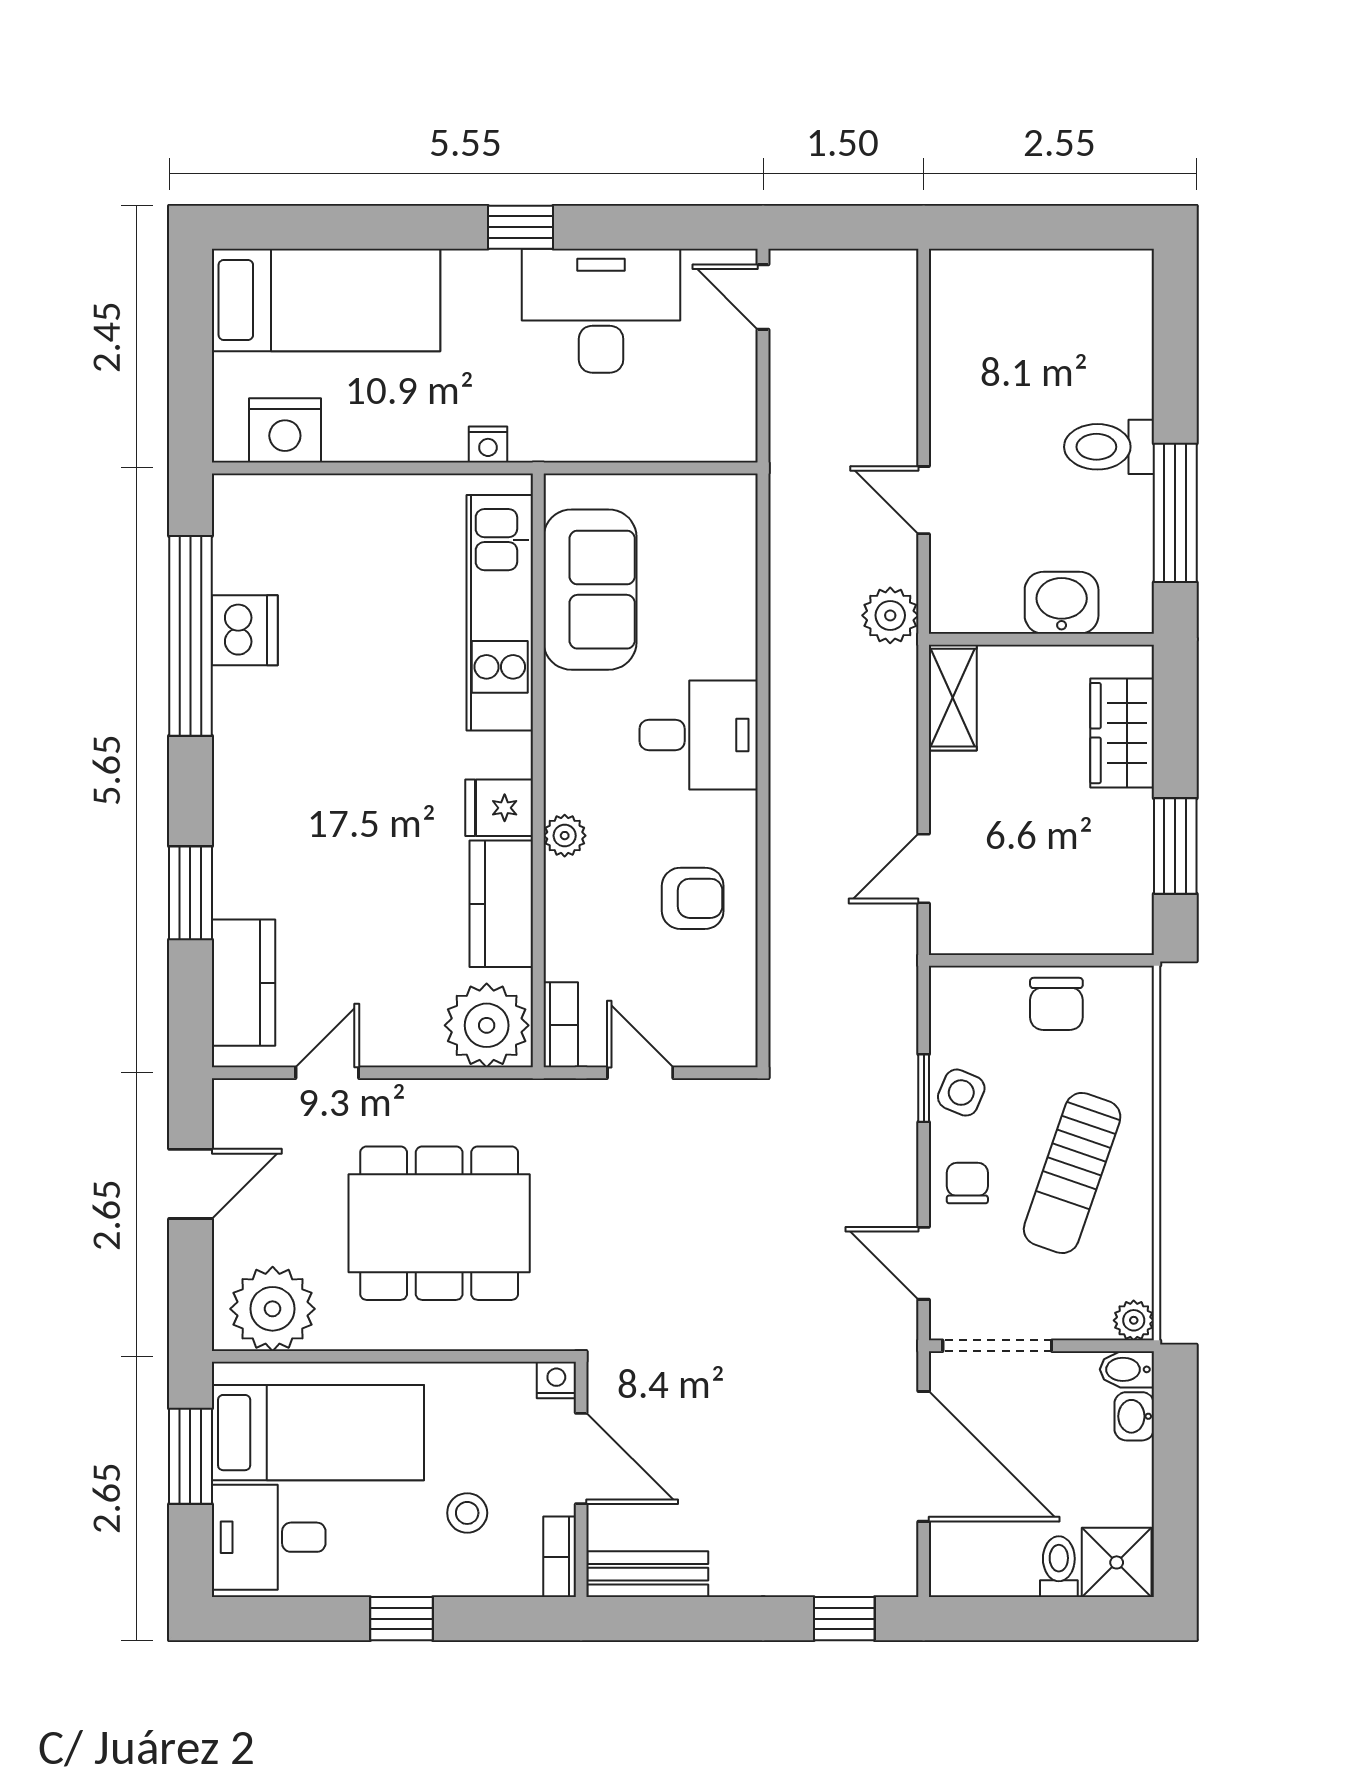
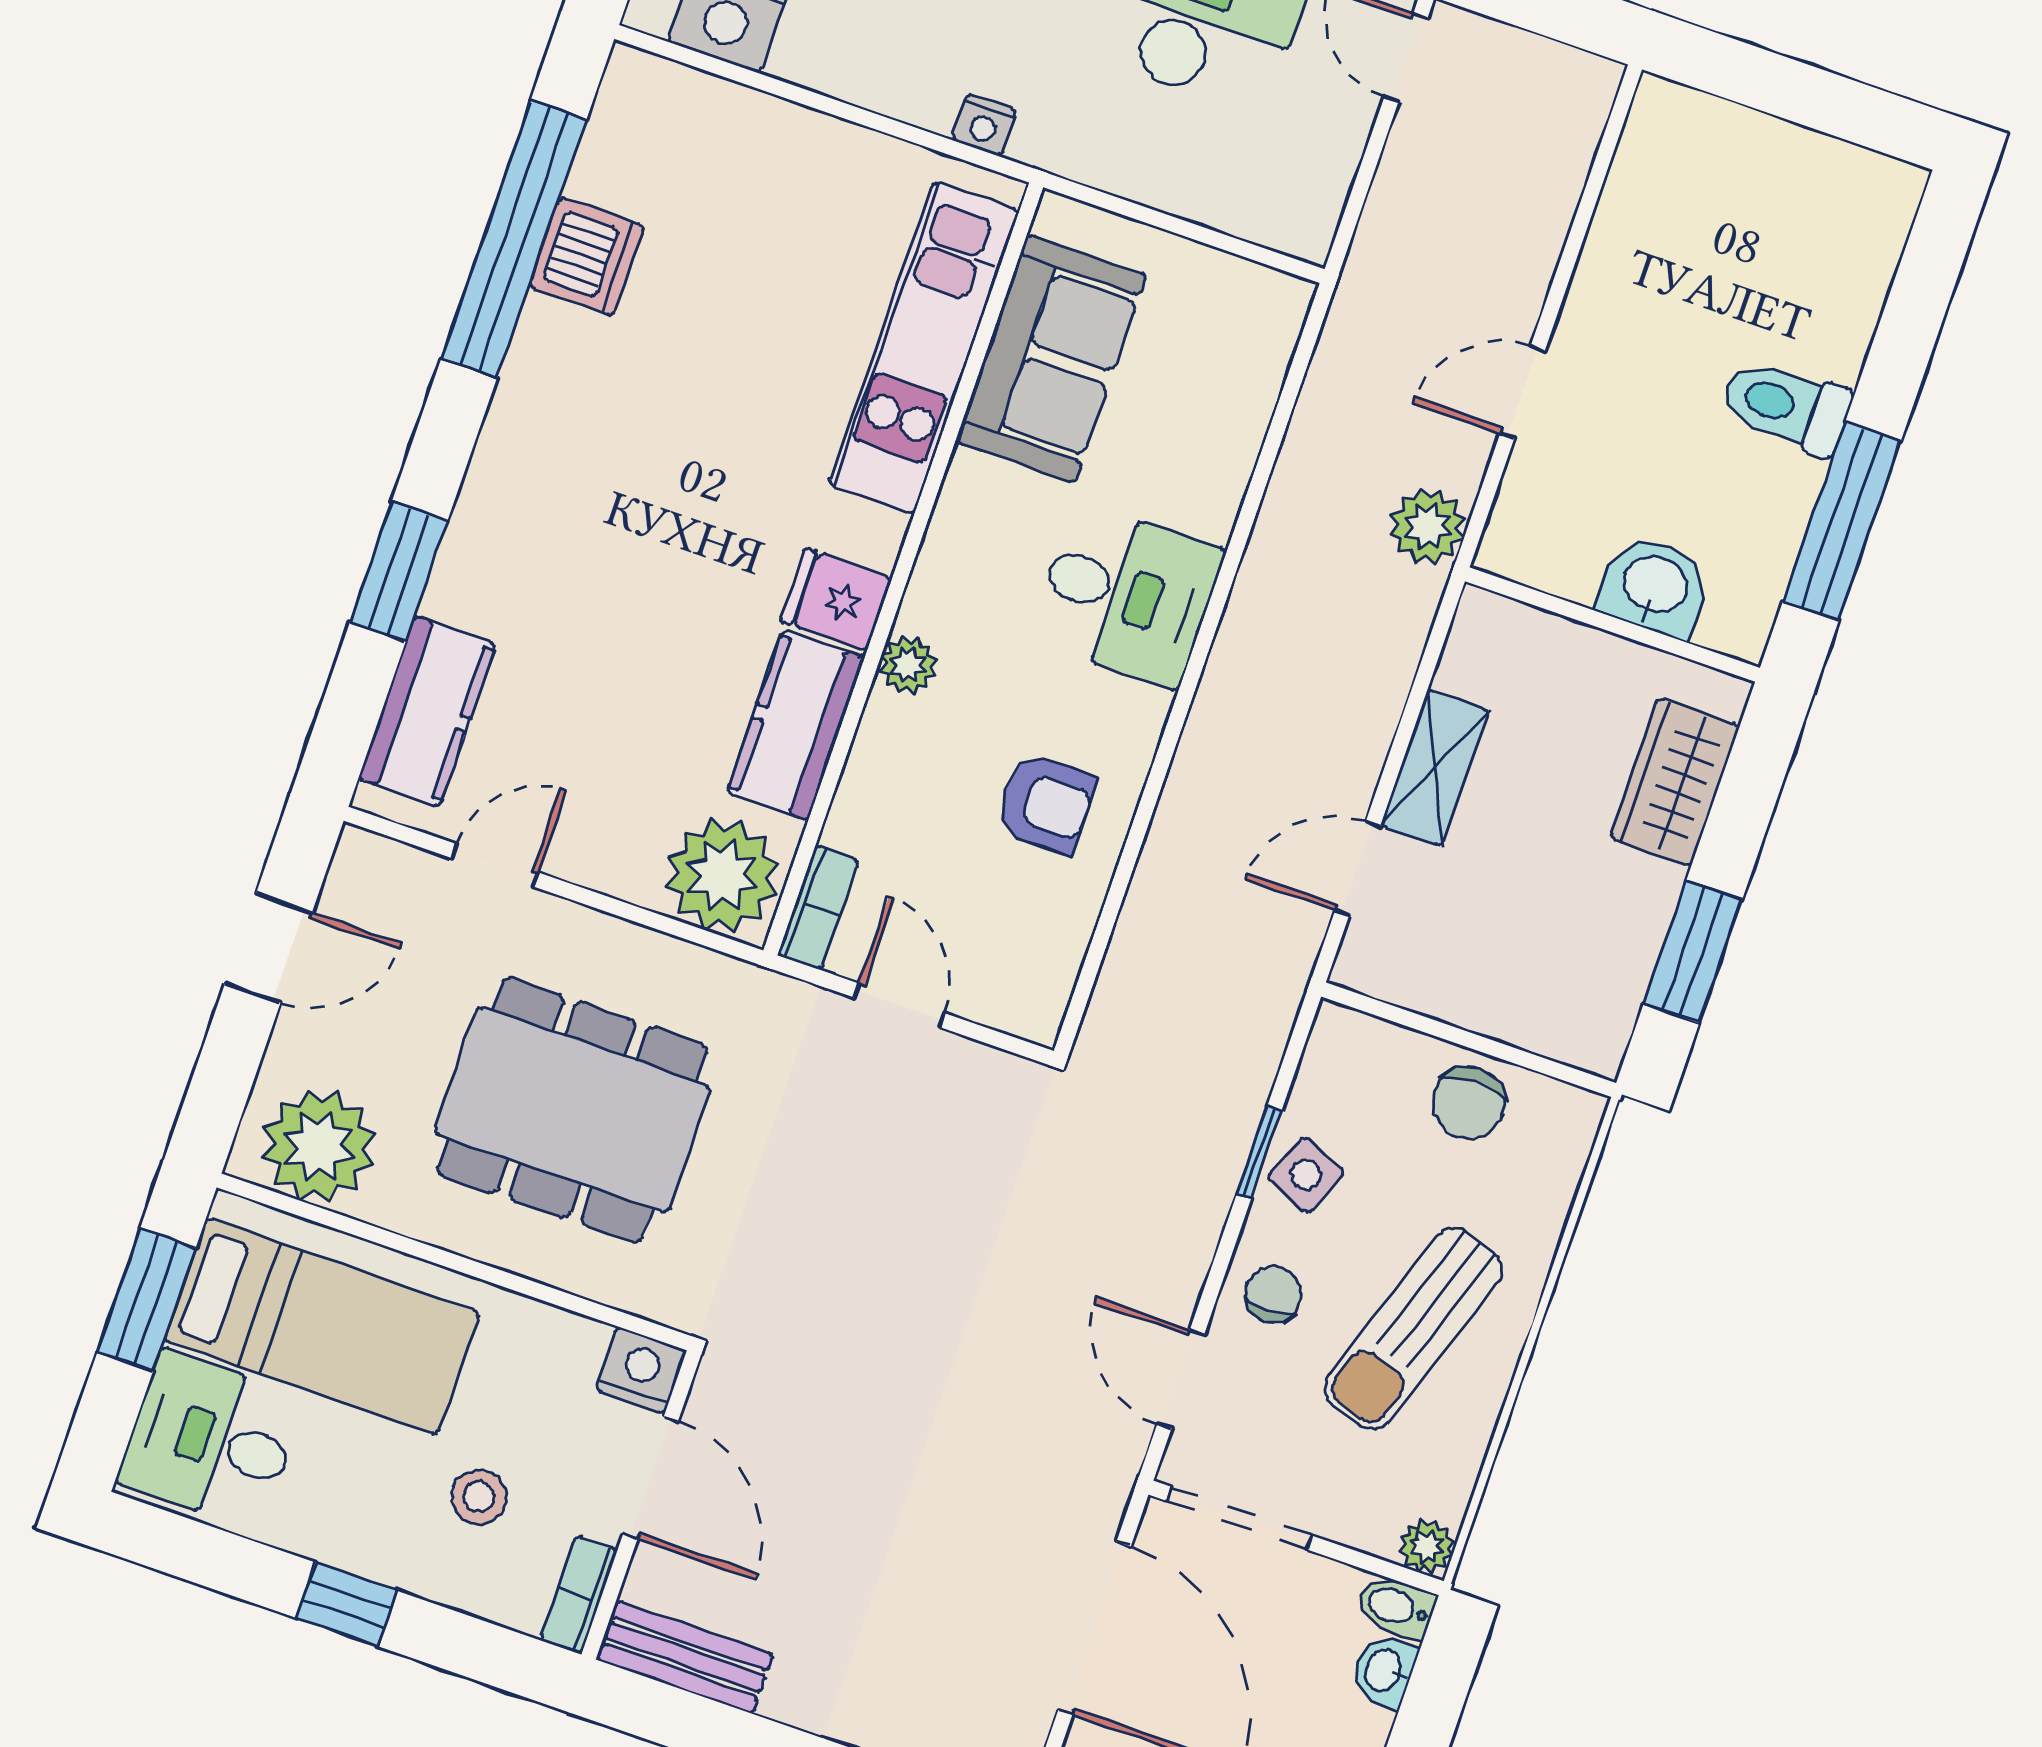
door: (924, 500) -> (1522, 392), hinge flipped
shelving: (953, 698) -> (1435, 768), moved
nightstand: (556, 1380) -> (641, 1370), width x1.39, depth x1.35

